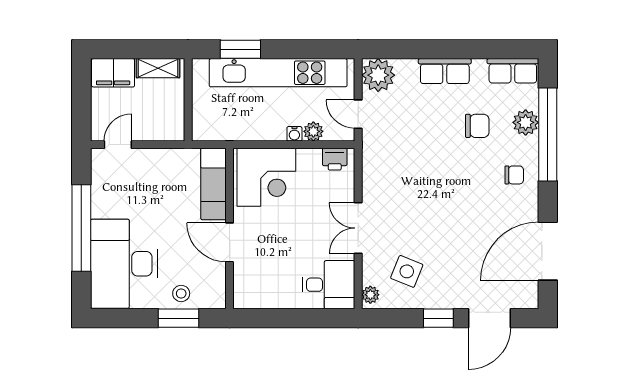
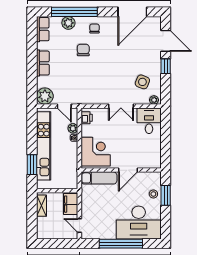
filing cabinet: (113, 73) -> (71, 204), moved, turned 180
door: (358, 114) -> (64, 106), hinge flipped
chair: (477, 126) -> (83, 50), moved
door: (548, 251) -> (132, 12), hinge flipped

